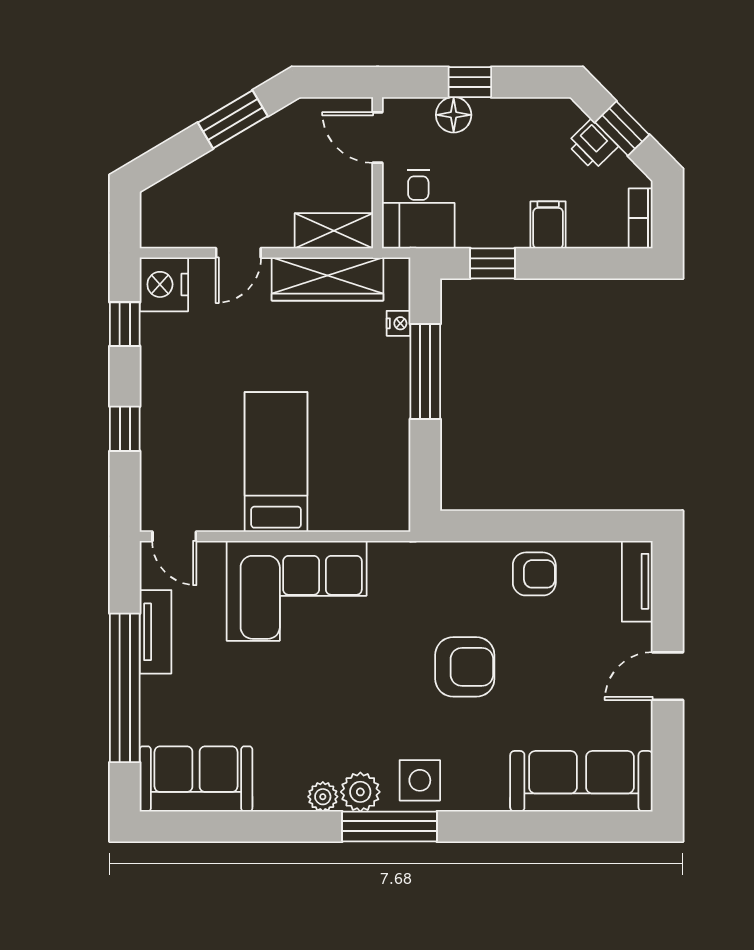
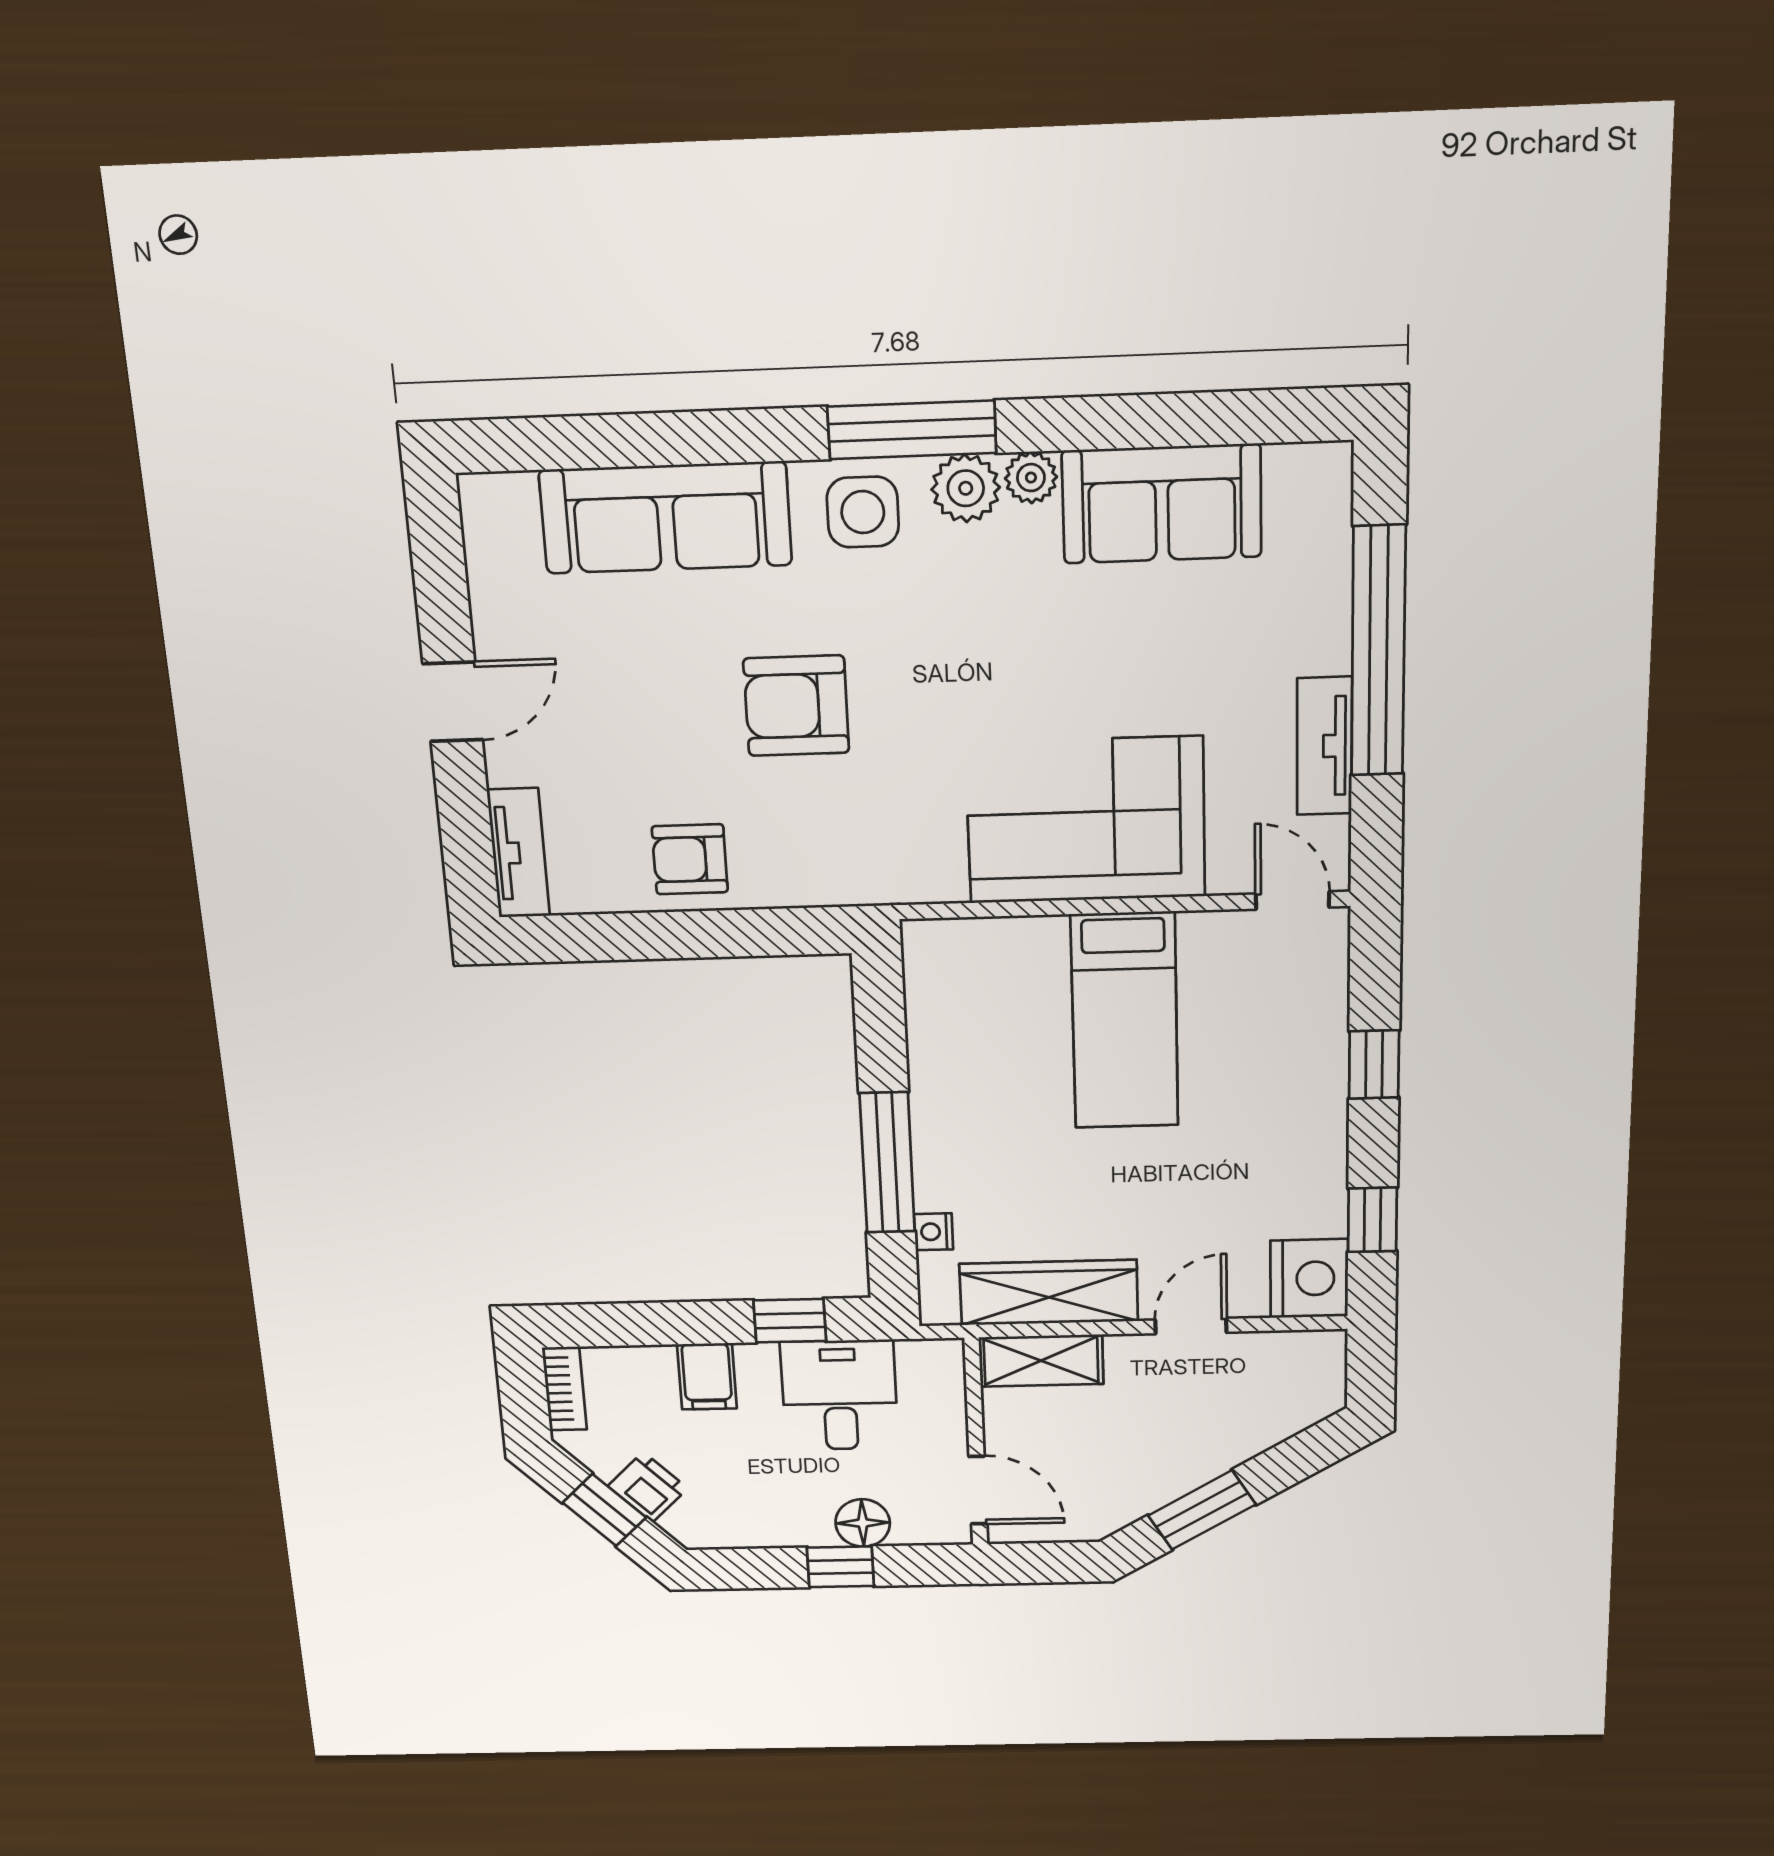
desk: (418, 209) -> (839, 1395), moved
sofa: (196, 779) -> (1162, 504), moved
sofa: (581, 781) -> (666, 518), moved

